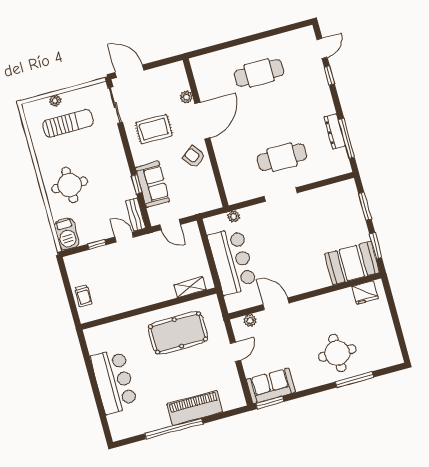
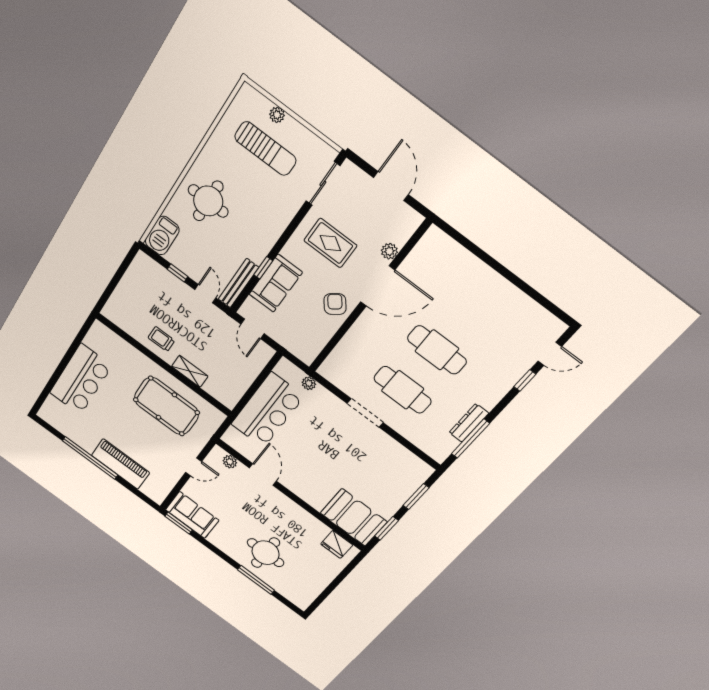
door: (129, 71) -> (391, 186), moved
cafe table: (259, 73) -> (437, 350), moved
bench: (136, 215) -> (238, 283), width x1.36
shelving: (190, 287) -> (190, 371), moved
trolley: (83, 296) -> (161, 339), moved, turned 90

